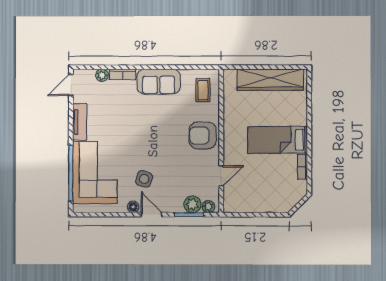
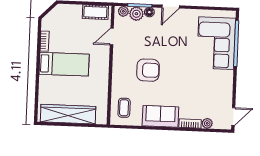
tv unit: (80, 122) -> (227, 86), removed
armchair: (203, 135) -> (148, 70), moved
side table: (144, 179) -> (176, 36), removed
cot: (242, 204) -> (95, 12), added
floor lamp: (133, 207) -> (149, 12), moved
door: (152, 215) -> (171, 7), hinge flipped

